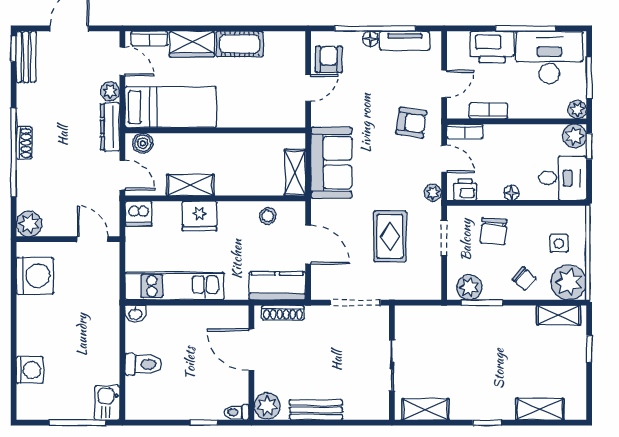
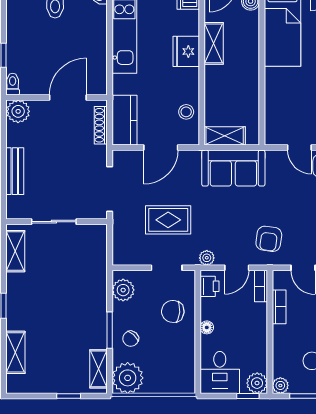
side table: (559, 243) -> (162, 369), removed
window: (482, 303) -> (110, 330), moved
bench: (316, 410) -> (15, 171), moved

